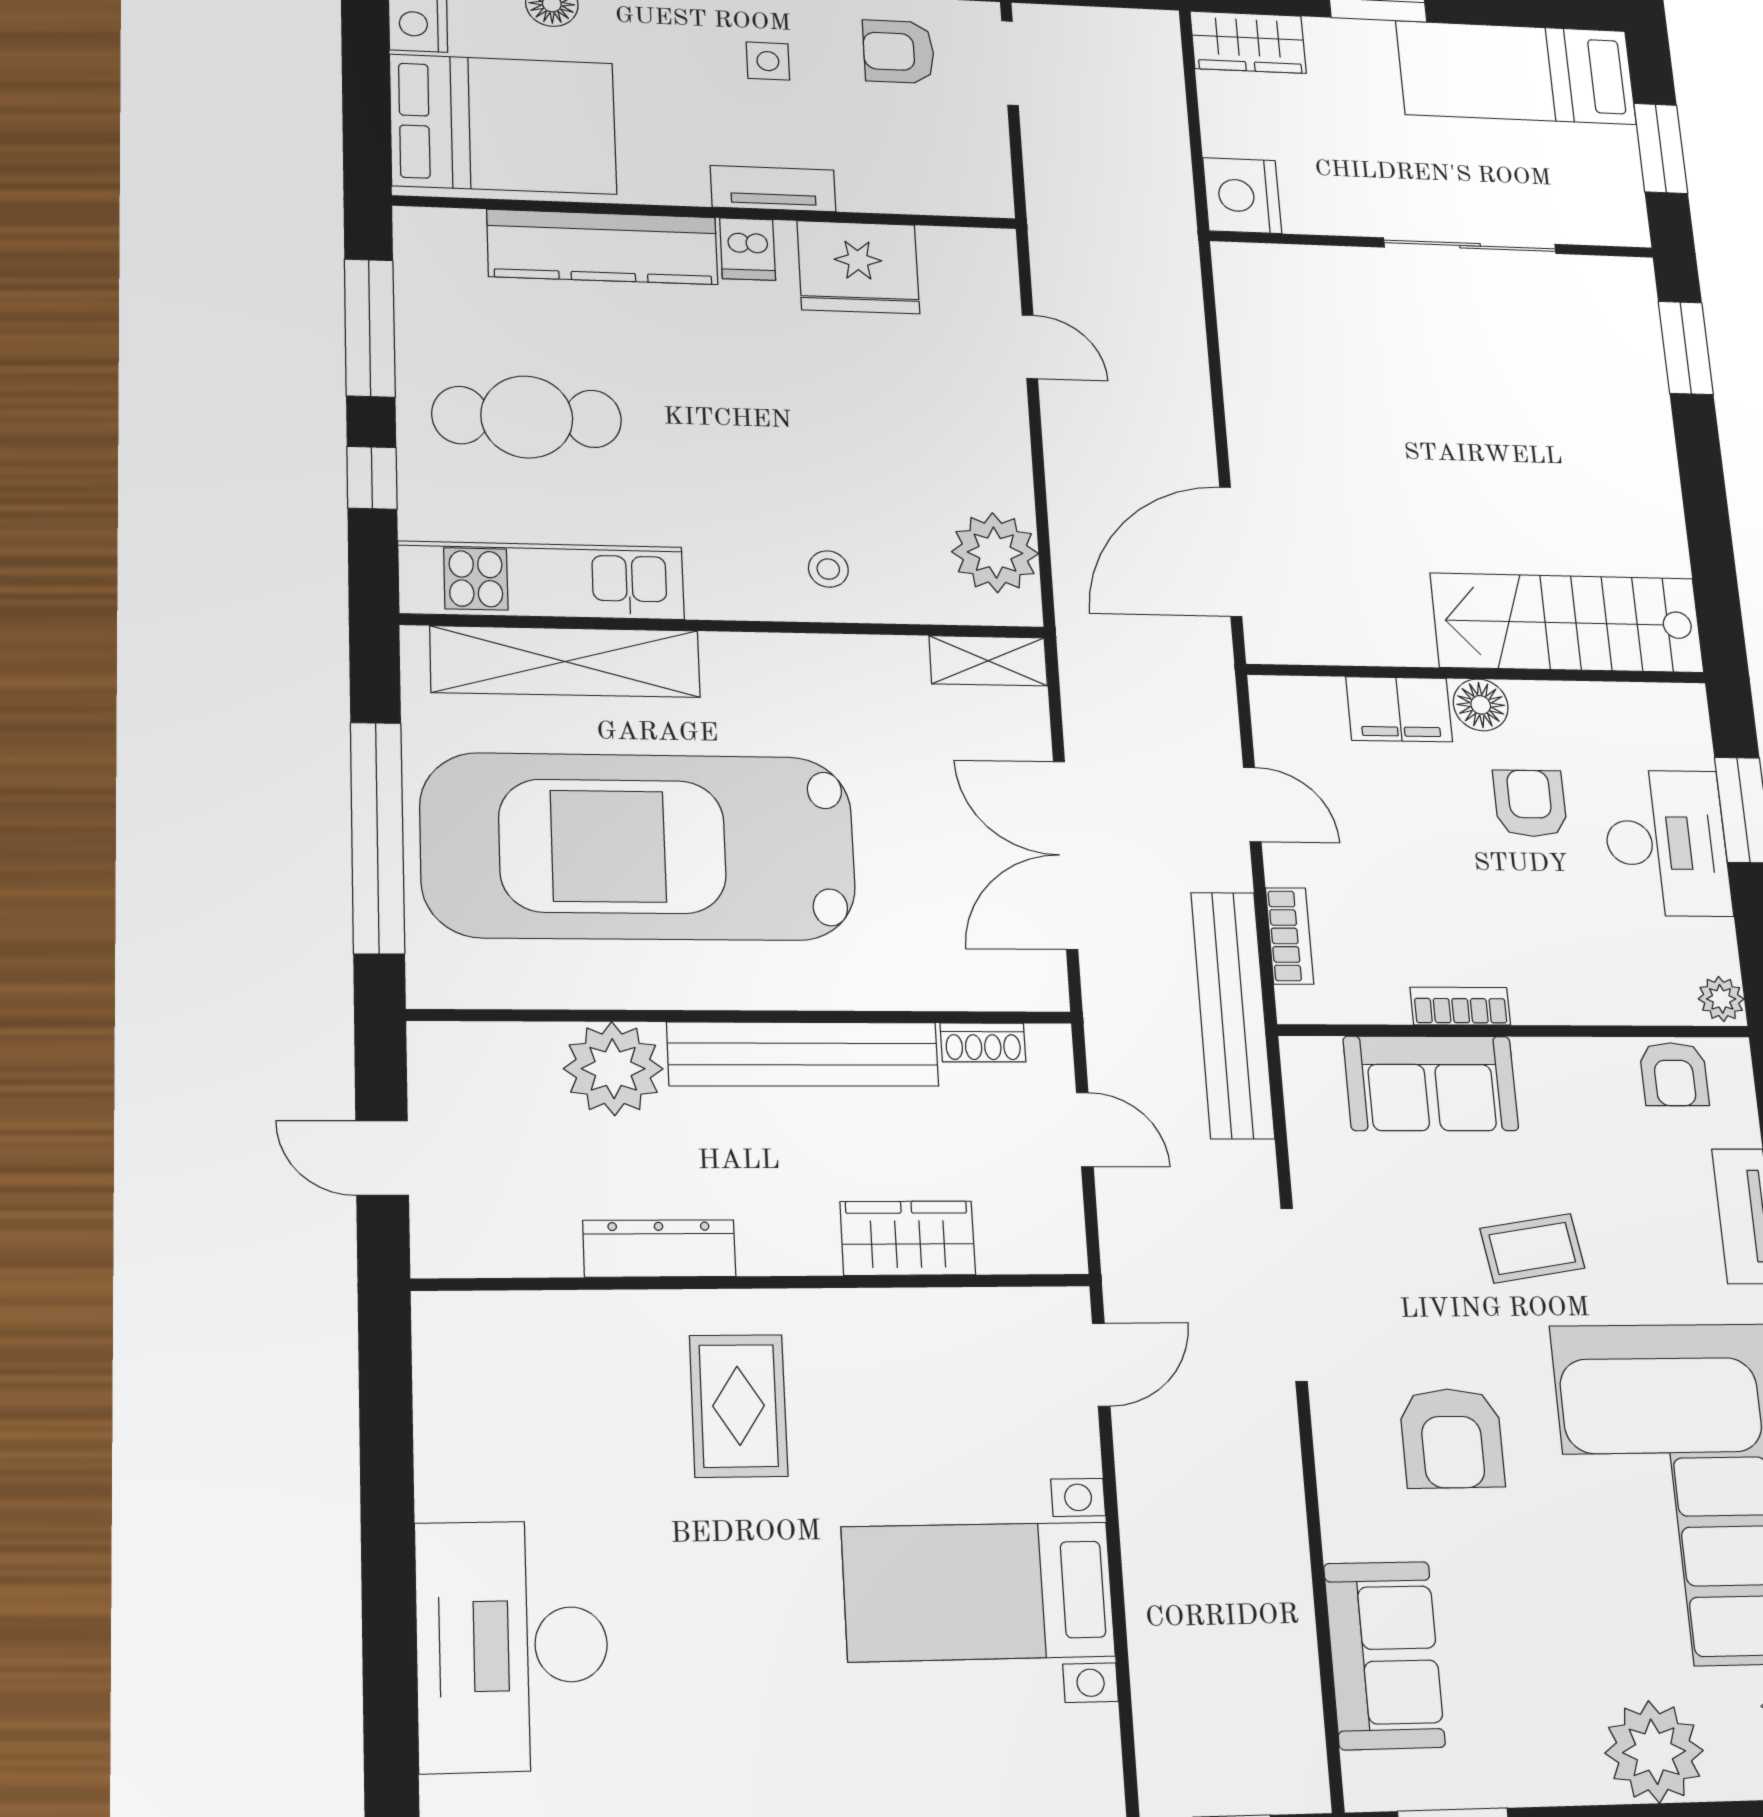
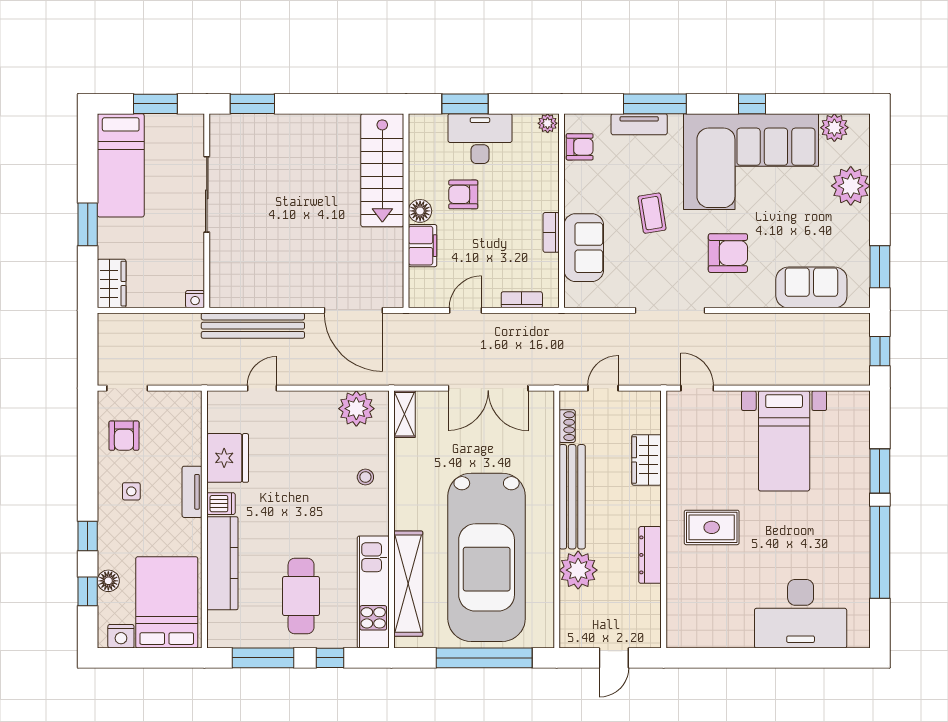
nightstand: (1242, 196) -> (195, 299), width x0.53, depth x0.56
bench: (1233, 1015) -> (253, 326), moved

